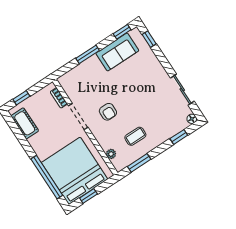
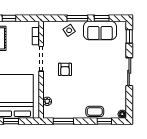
window: (122, 32) -> (102, 18), moved
side table: (87, 71) -> (69, 30), added
sliding door: (182, 90) -> (129, 72), moved
coffee table: (135, 136) -> (95, 111), moved

